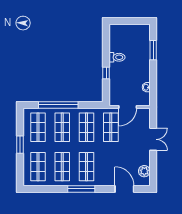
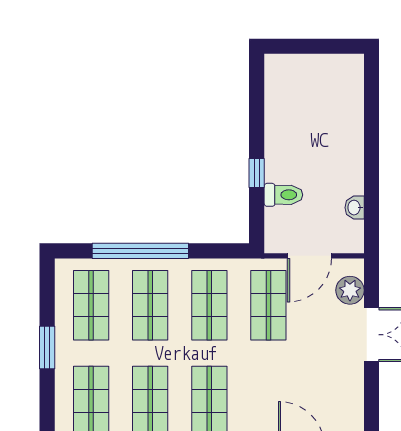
window: (153, 50) -> (372, 117), removed
toilet: (117, 57) -> (283, 195), moved
plant: (144, 171) -> (350, 290), moved

